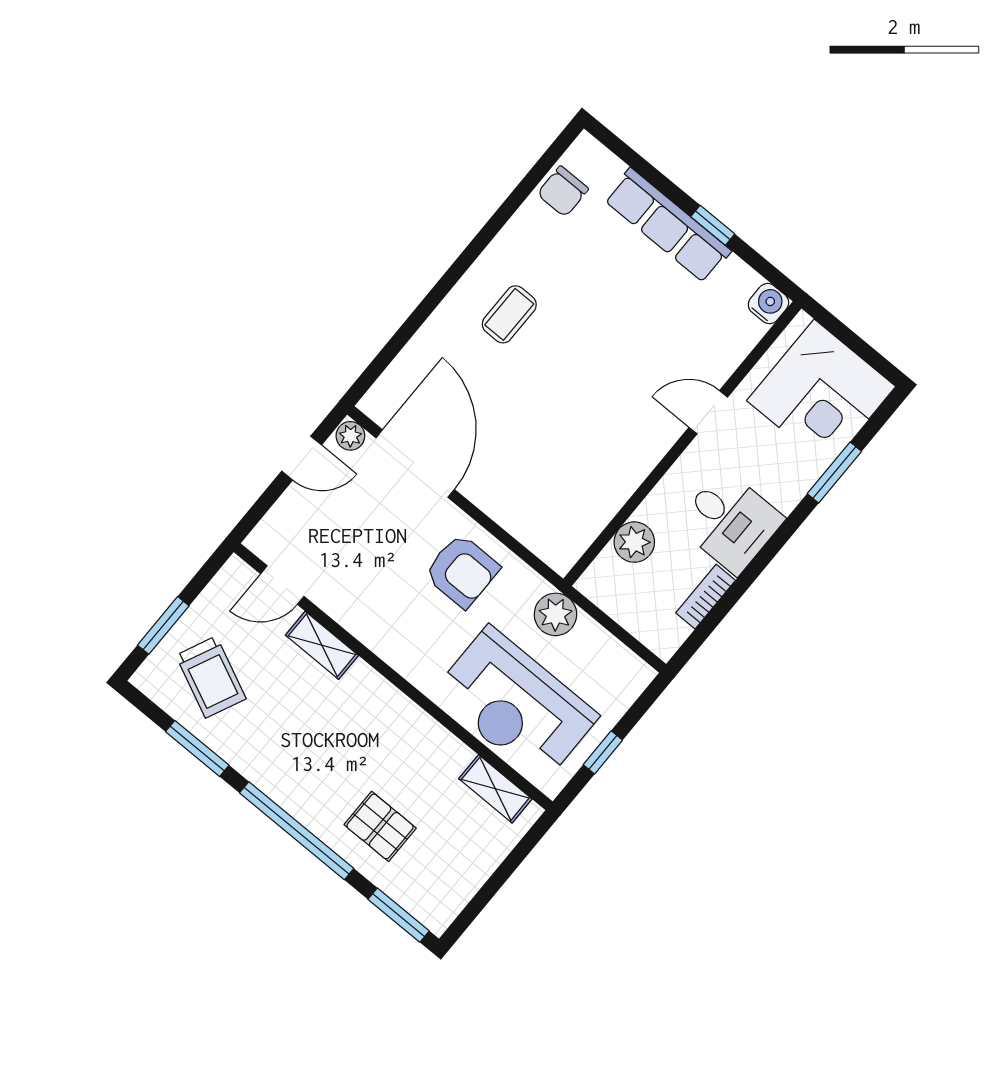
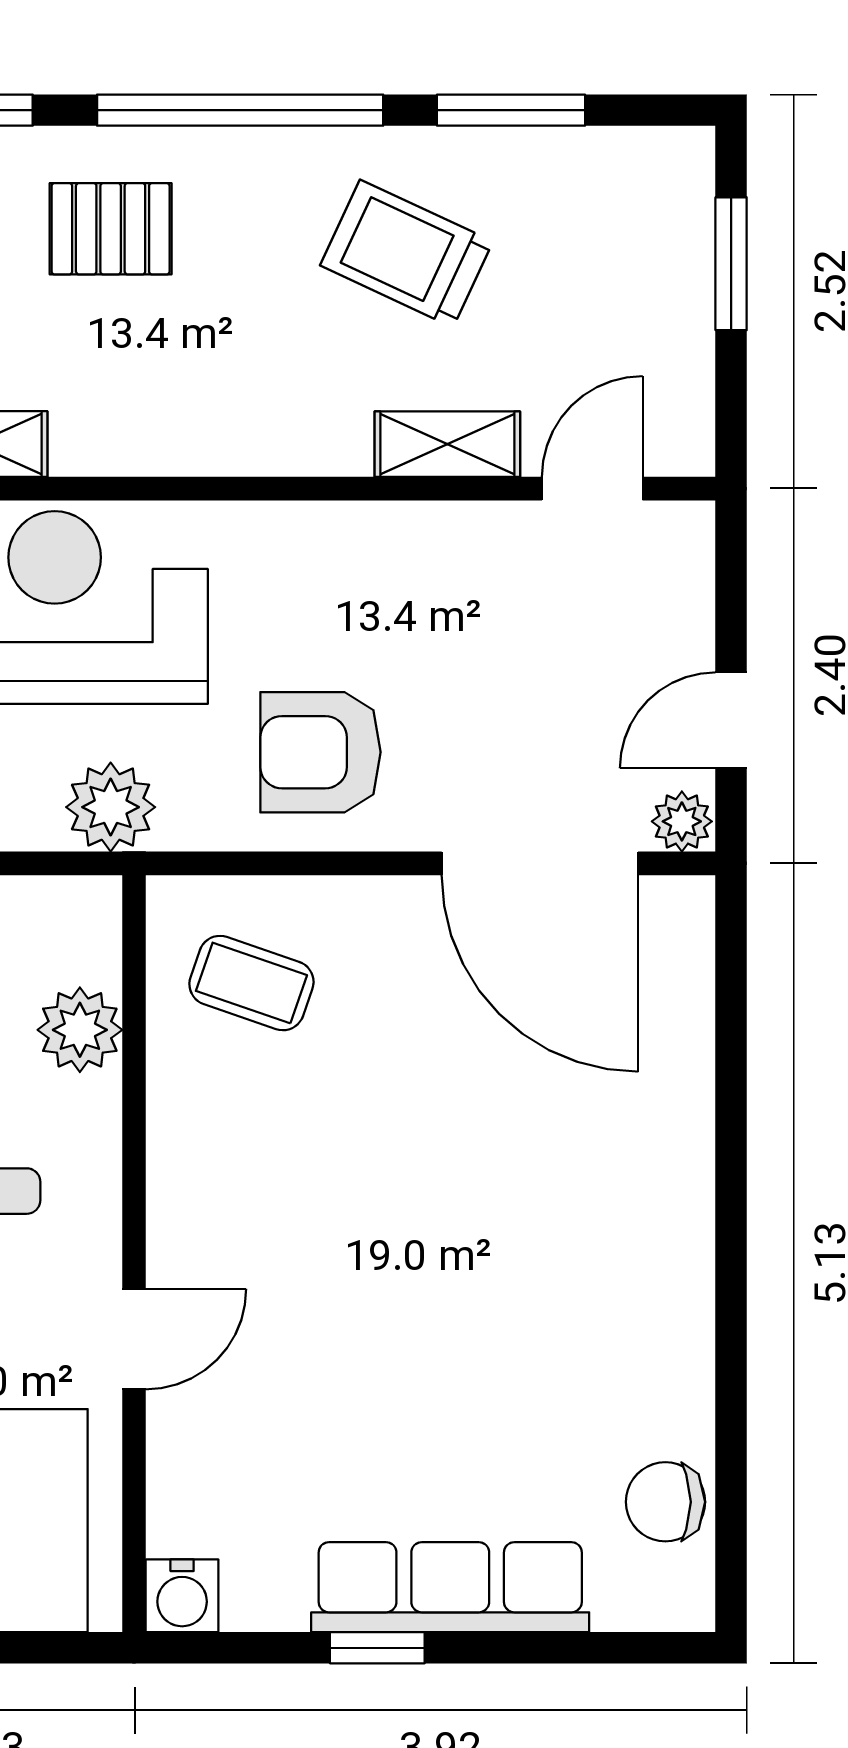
chair: (563, 191) -> (665, 1502), turned -90
coffee table: (509, 314) -> (251, 983), moved, turned -71
trolley: (211, 677) -> (406, 253), moved

